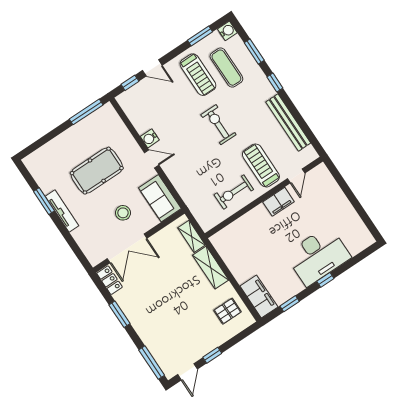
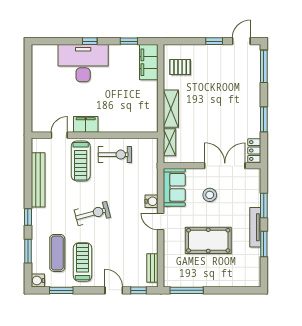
bench: (131, 112) -> (152, 268), added
exercise bike: (218, 125) -> (92, 214), turned -105
water cooler: (150, 138) -> (152, 201), moved
window: (67, 236) -> (264, 205), added

